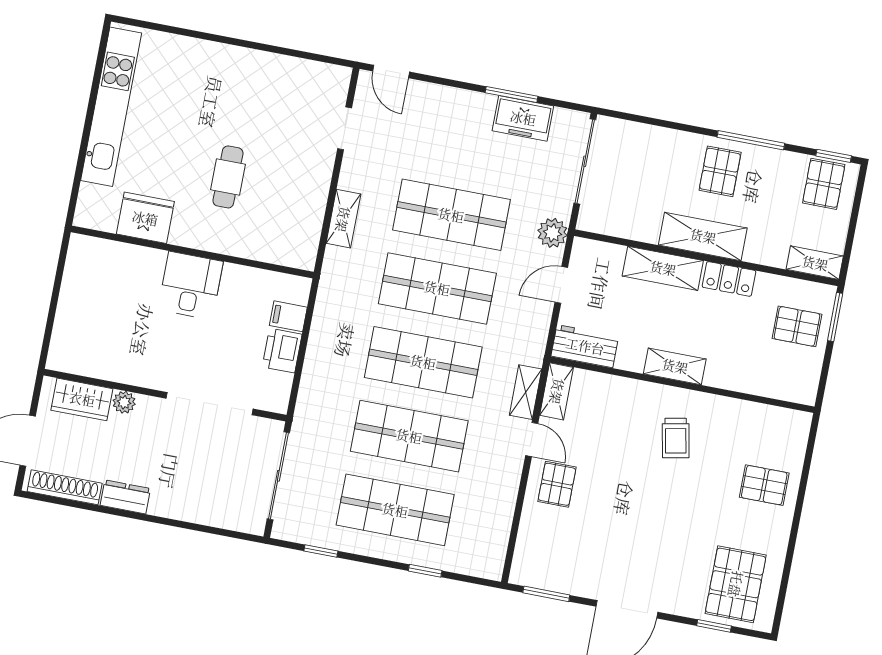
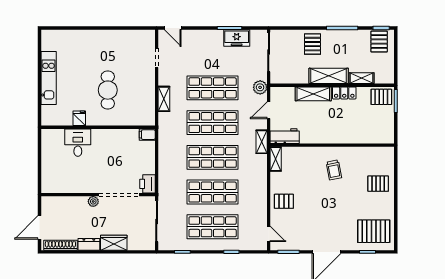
kitchen unit: (111, 107) -> (49, 78), width x0.73
pallet: (720, 171) -> (312, 44), moved
cafe table: (228, 177) -> (108, 90), width x1.37, depth x1.35
fridge: (145, 218) -> (79, 118), width x0.53, depth x0.75
shelving: (815, 263) -> (361, 78), moved
desk: (191, 285) -> (78, 143), moved
filing cabinet: (288, 316) -> (147, 135), moved
pallet: (797, 326) -> (381, 97), moved
printer: (282, 351) -> (147, 184), moved
shelving: (675, 366) -> (327, 137), removed
shelving: (526, 392) -> (262, 142), moved
wardrobe: (82, 399) -> (114, 243), moved, turned 180
plant: (124, 402) -> (93, 201), moved
door: (532, 439) -> (269, 234), moved
pallet: (557, 484) -> (284, 201), turned 90
pallet: (736, 584) -> (374, 231), turned 90

